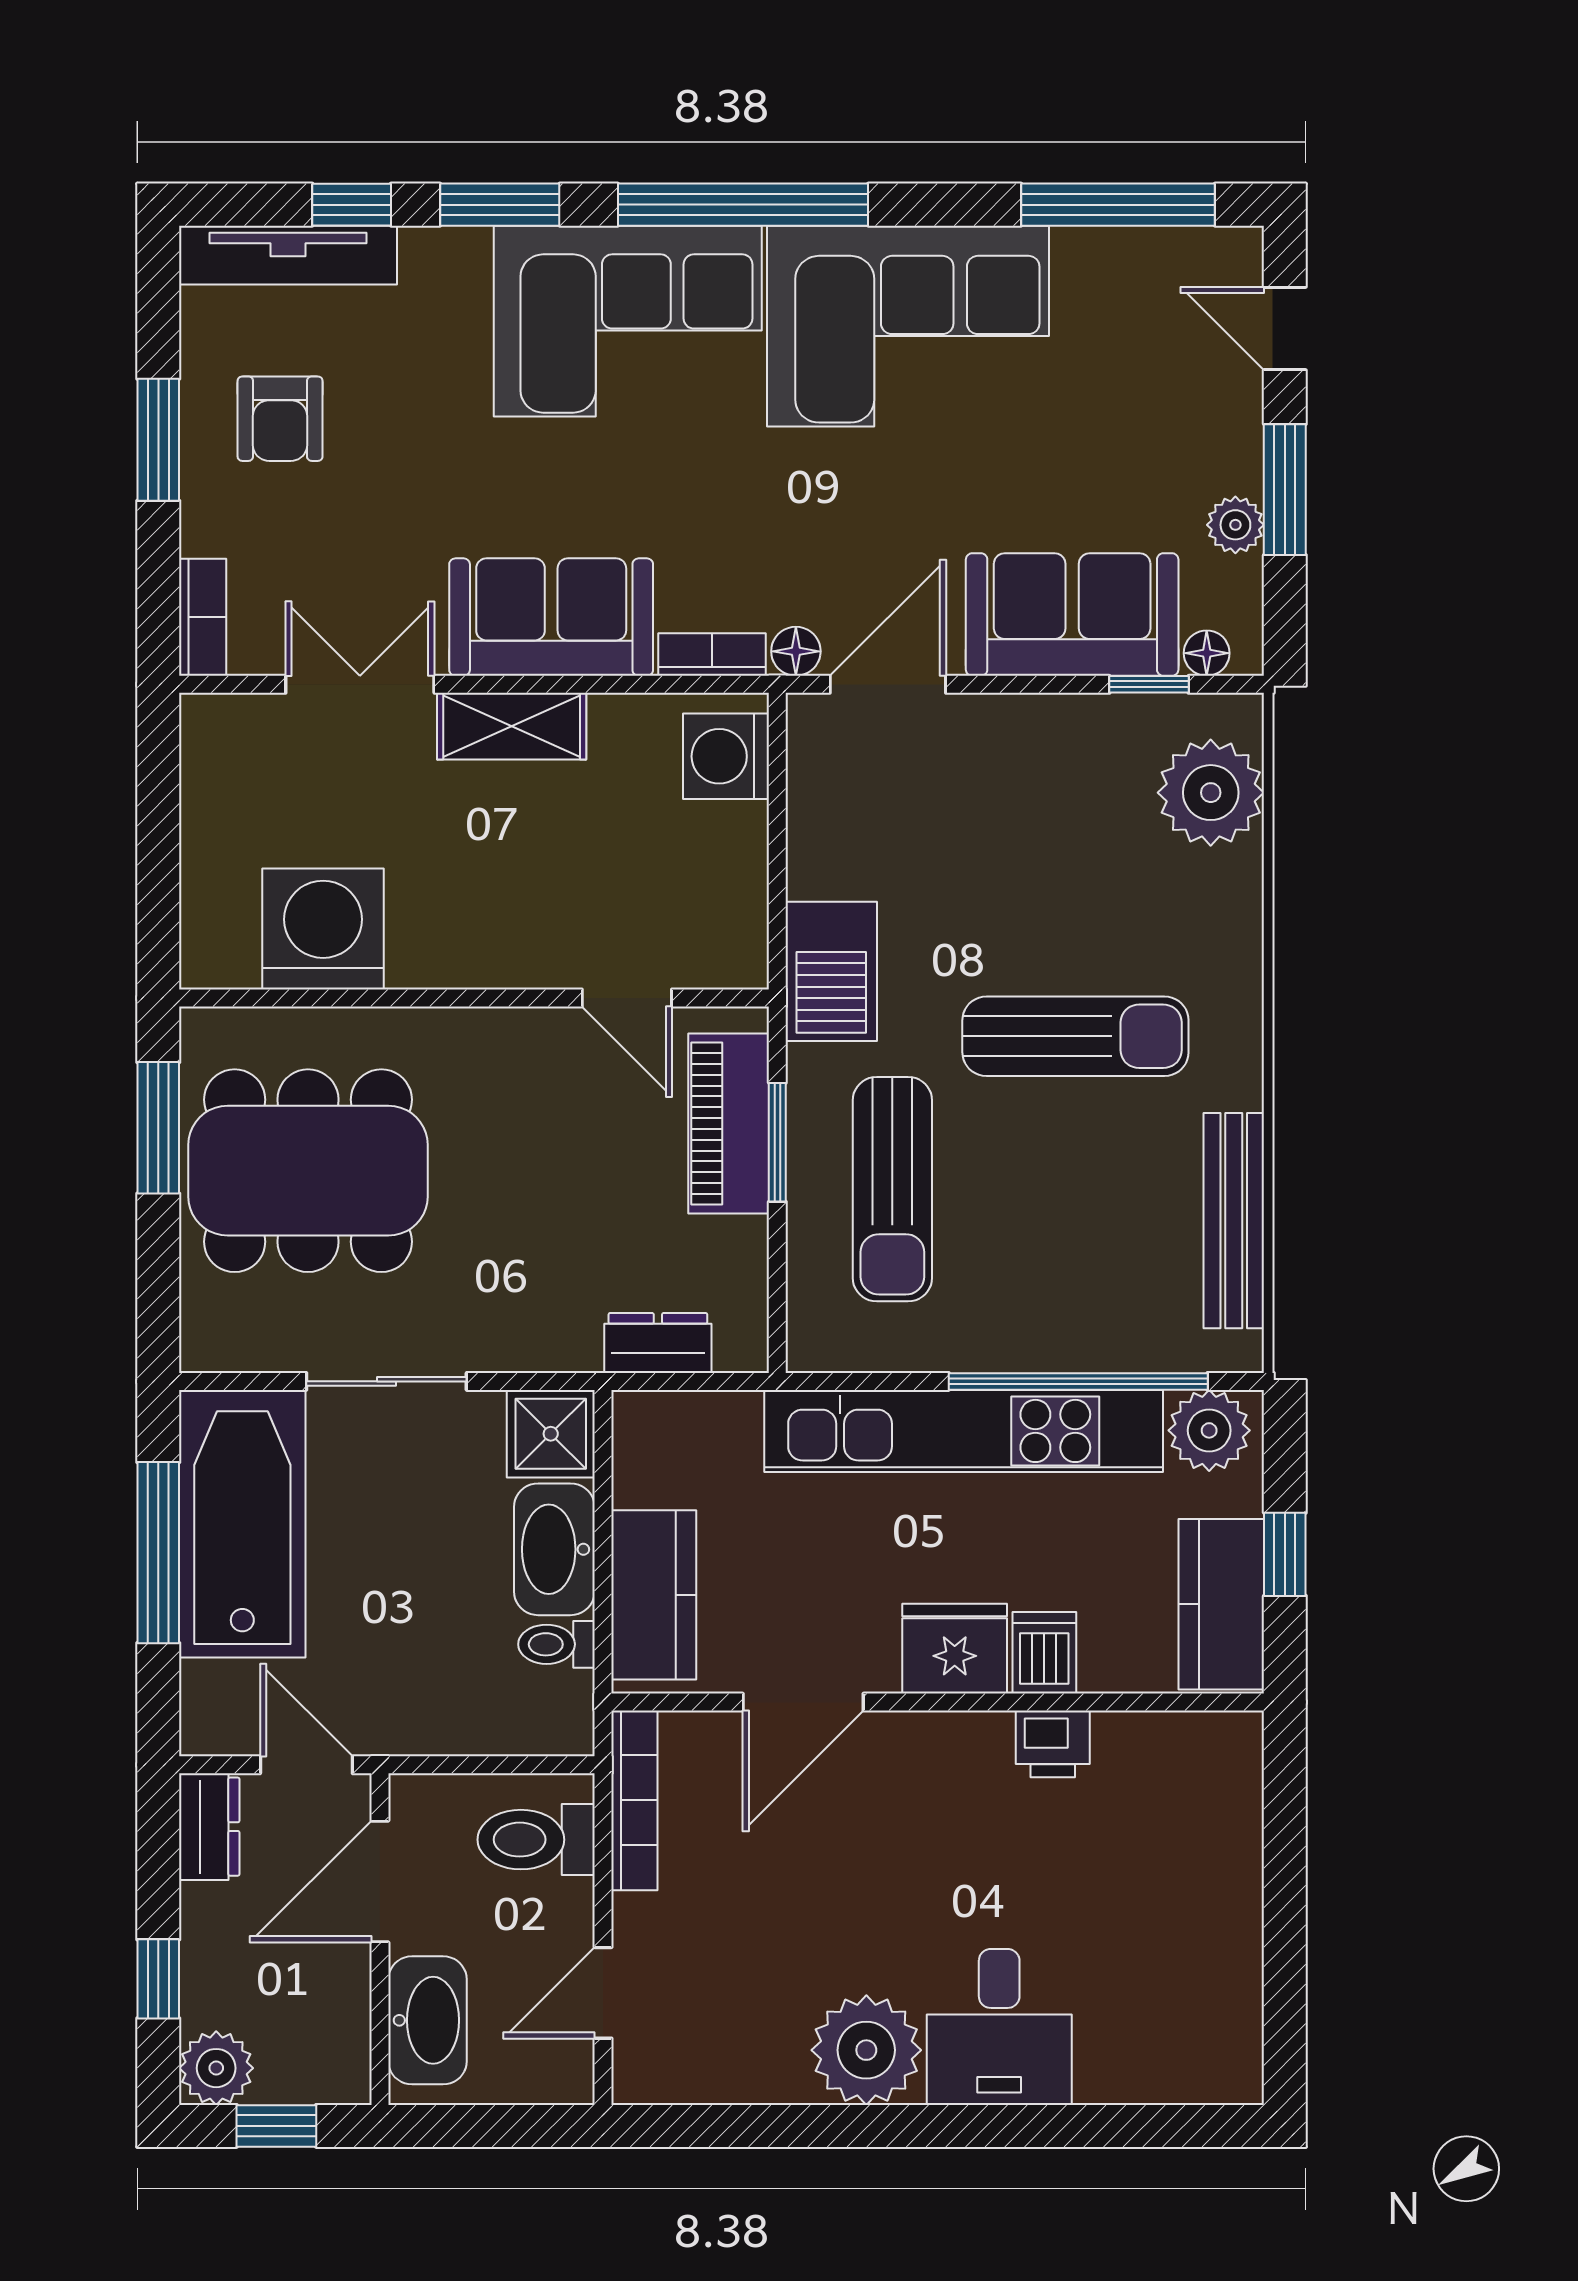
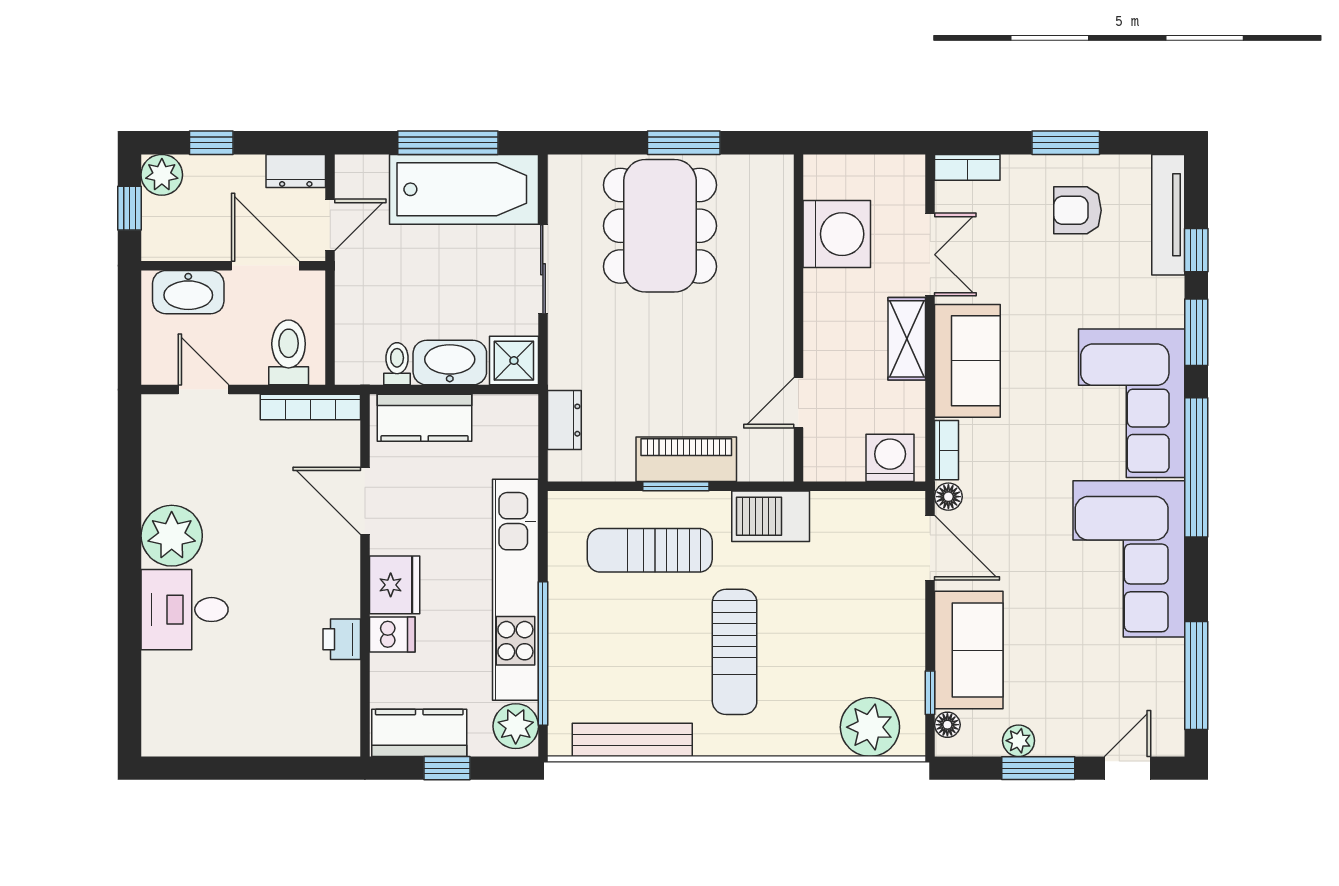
washing machine: (323, 929) -> (837, 234), moved
wall: (474, 998) -> (798, 318), moved
door: (627, 998) -> (798, 403), moved

